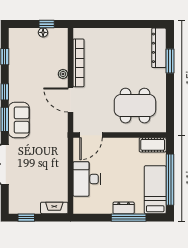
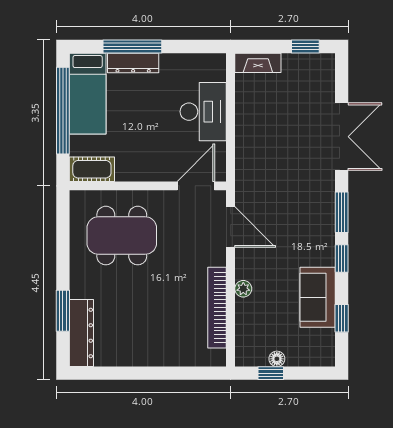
door: (71, 100) -> (231, 227), moved
sofa: (19, 120) -> (318, 297), moved
dresser: (124, 208) -> (133, 63), width x1.44

